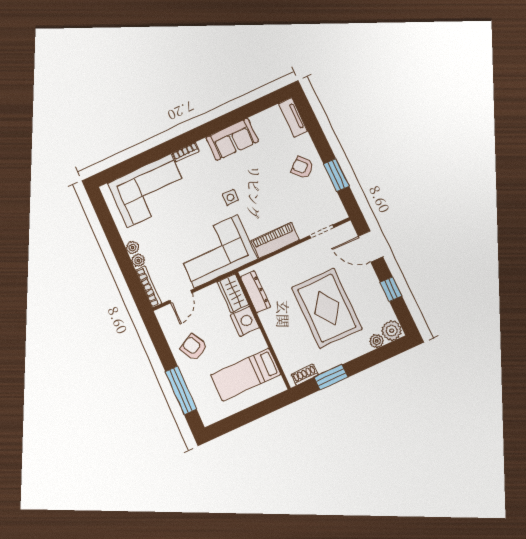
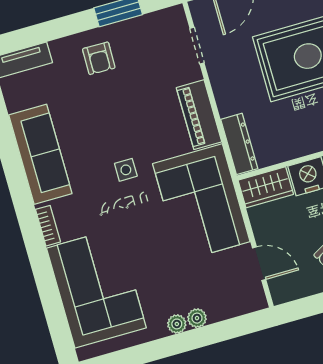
sofa: (232, 139) -> (40, 154), width x1.36
armchair: (302, 167) -> (99, 58), turned -46
bookcase: (149, 287) -> (238, 308), removed
dresser: (255, 292) -> (239, 144), moved, turned 90

